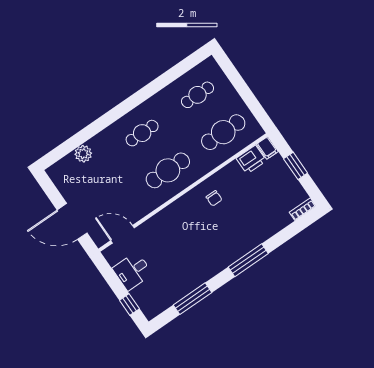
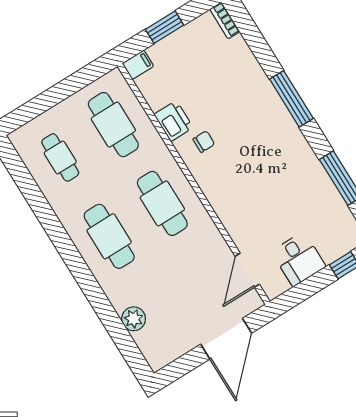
cafe table: (142, 133) -> (109, 236), width x1.37, depth x1.35
printer: (251, 160) -> (174, 121), moved

